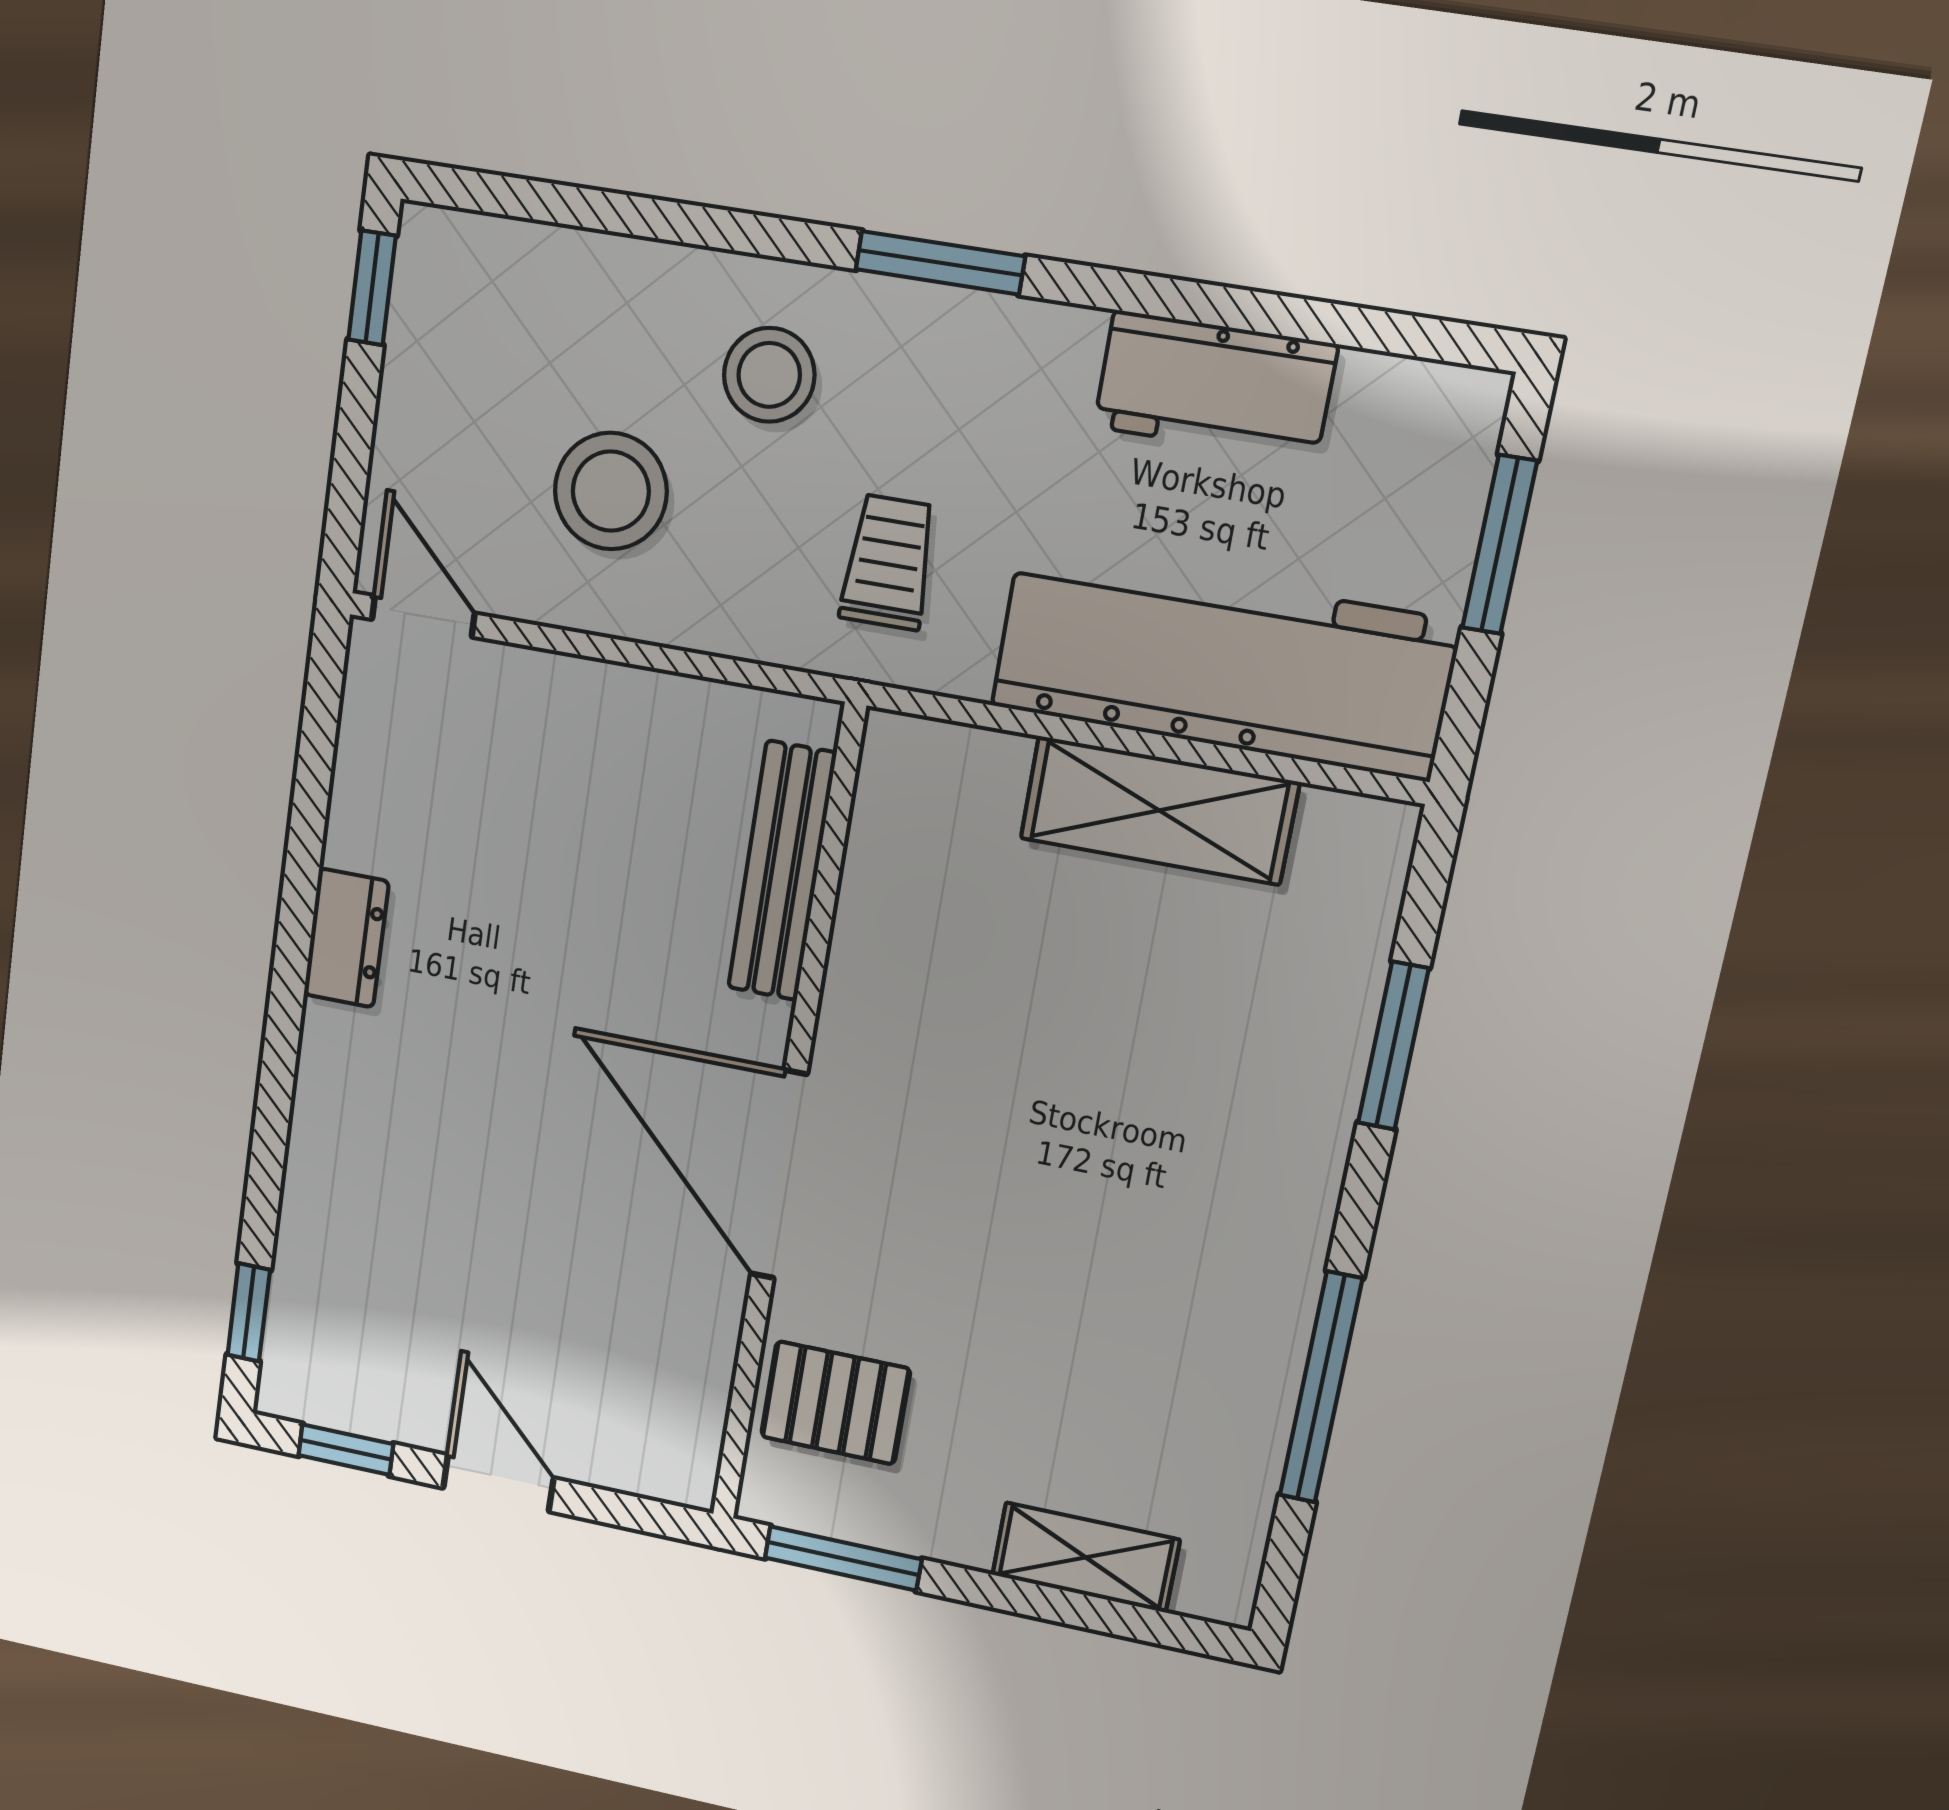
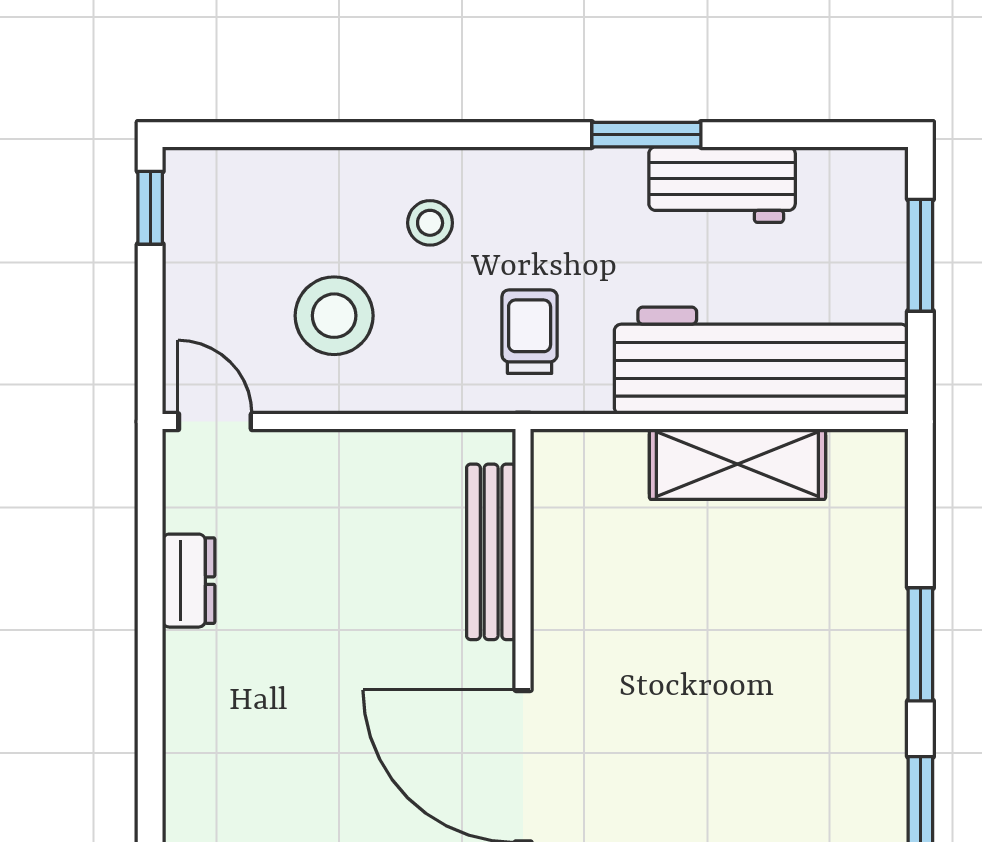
window: (940, 263) -> (646, 135), moved
stool: (769, 375) -> (430, 223), width x0.73, depth x0.73
dresser: (346, 938) -> (189, 581), moved
window: (1393, 1046) -> (920, 644), moved

